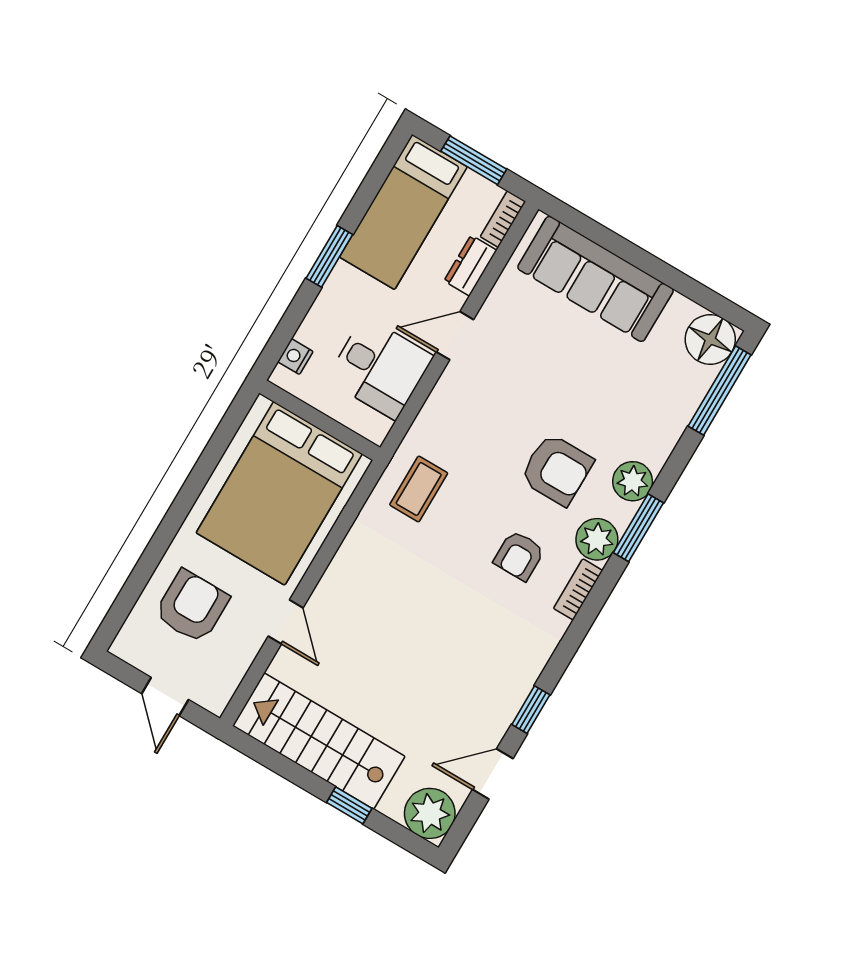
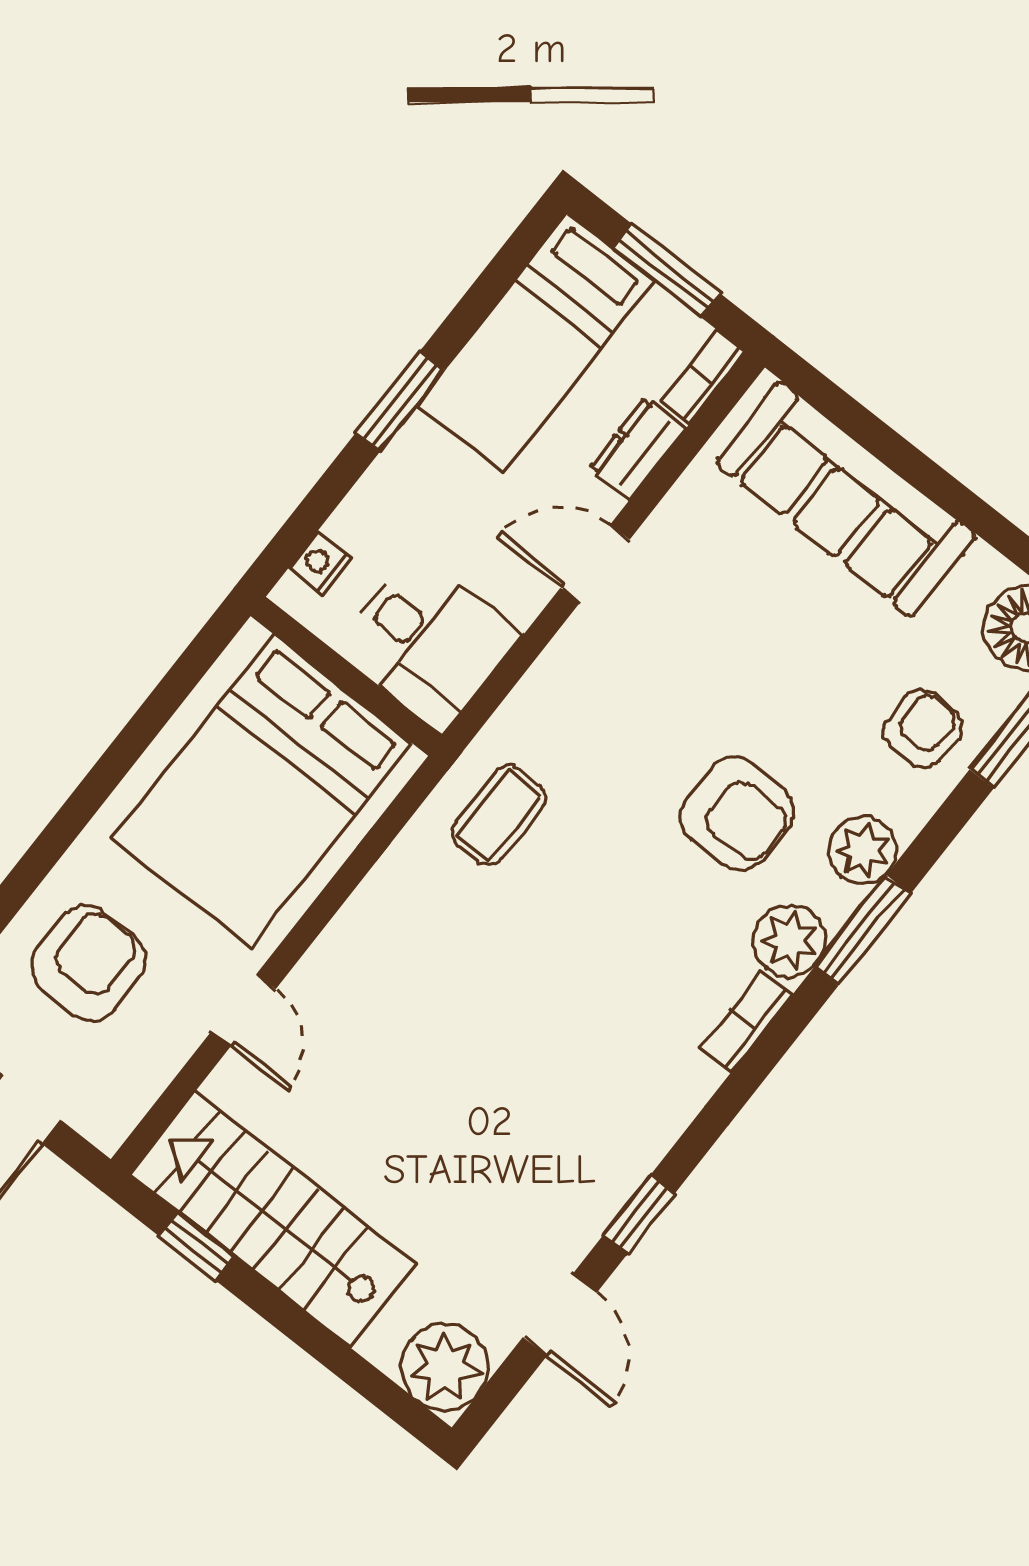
desk: (380, 368) -> (428, 642), moved
armchair: (519, 556) -> (922, 729), moved, turned 180
door: (493, 774) -> (560, 1315), swing flipped
window: (349, 805) -> (197, 1247), moved

